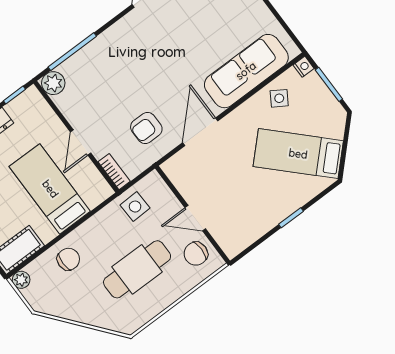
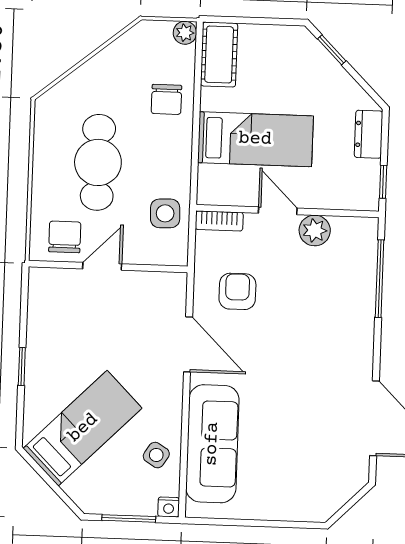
plant: (53, 83) -> (315, 230), moved

